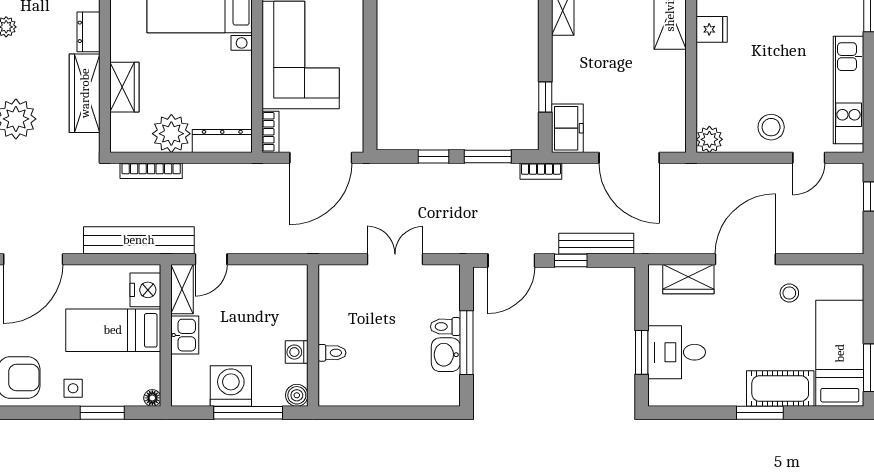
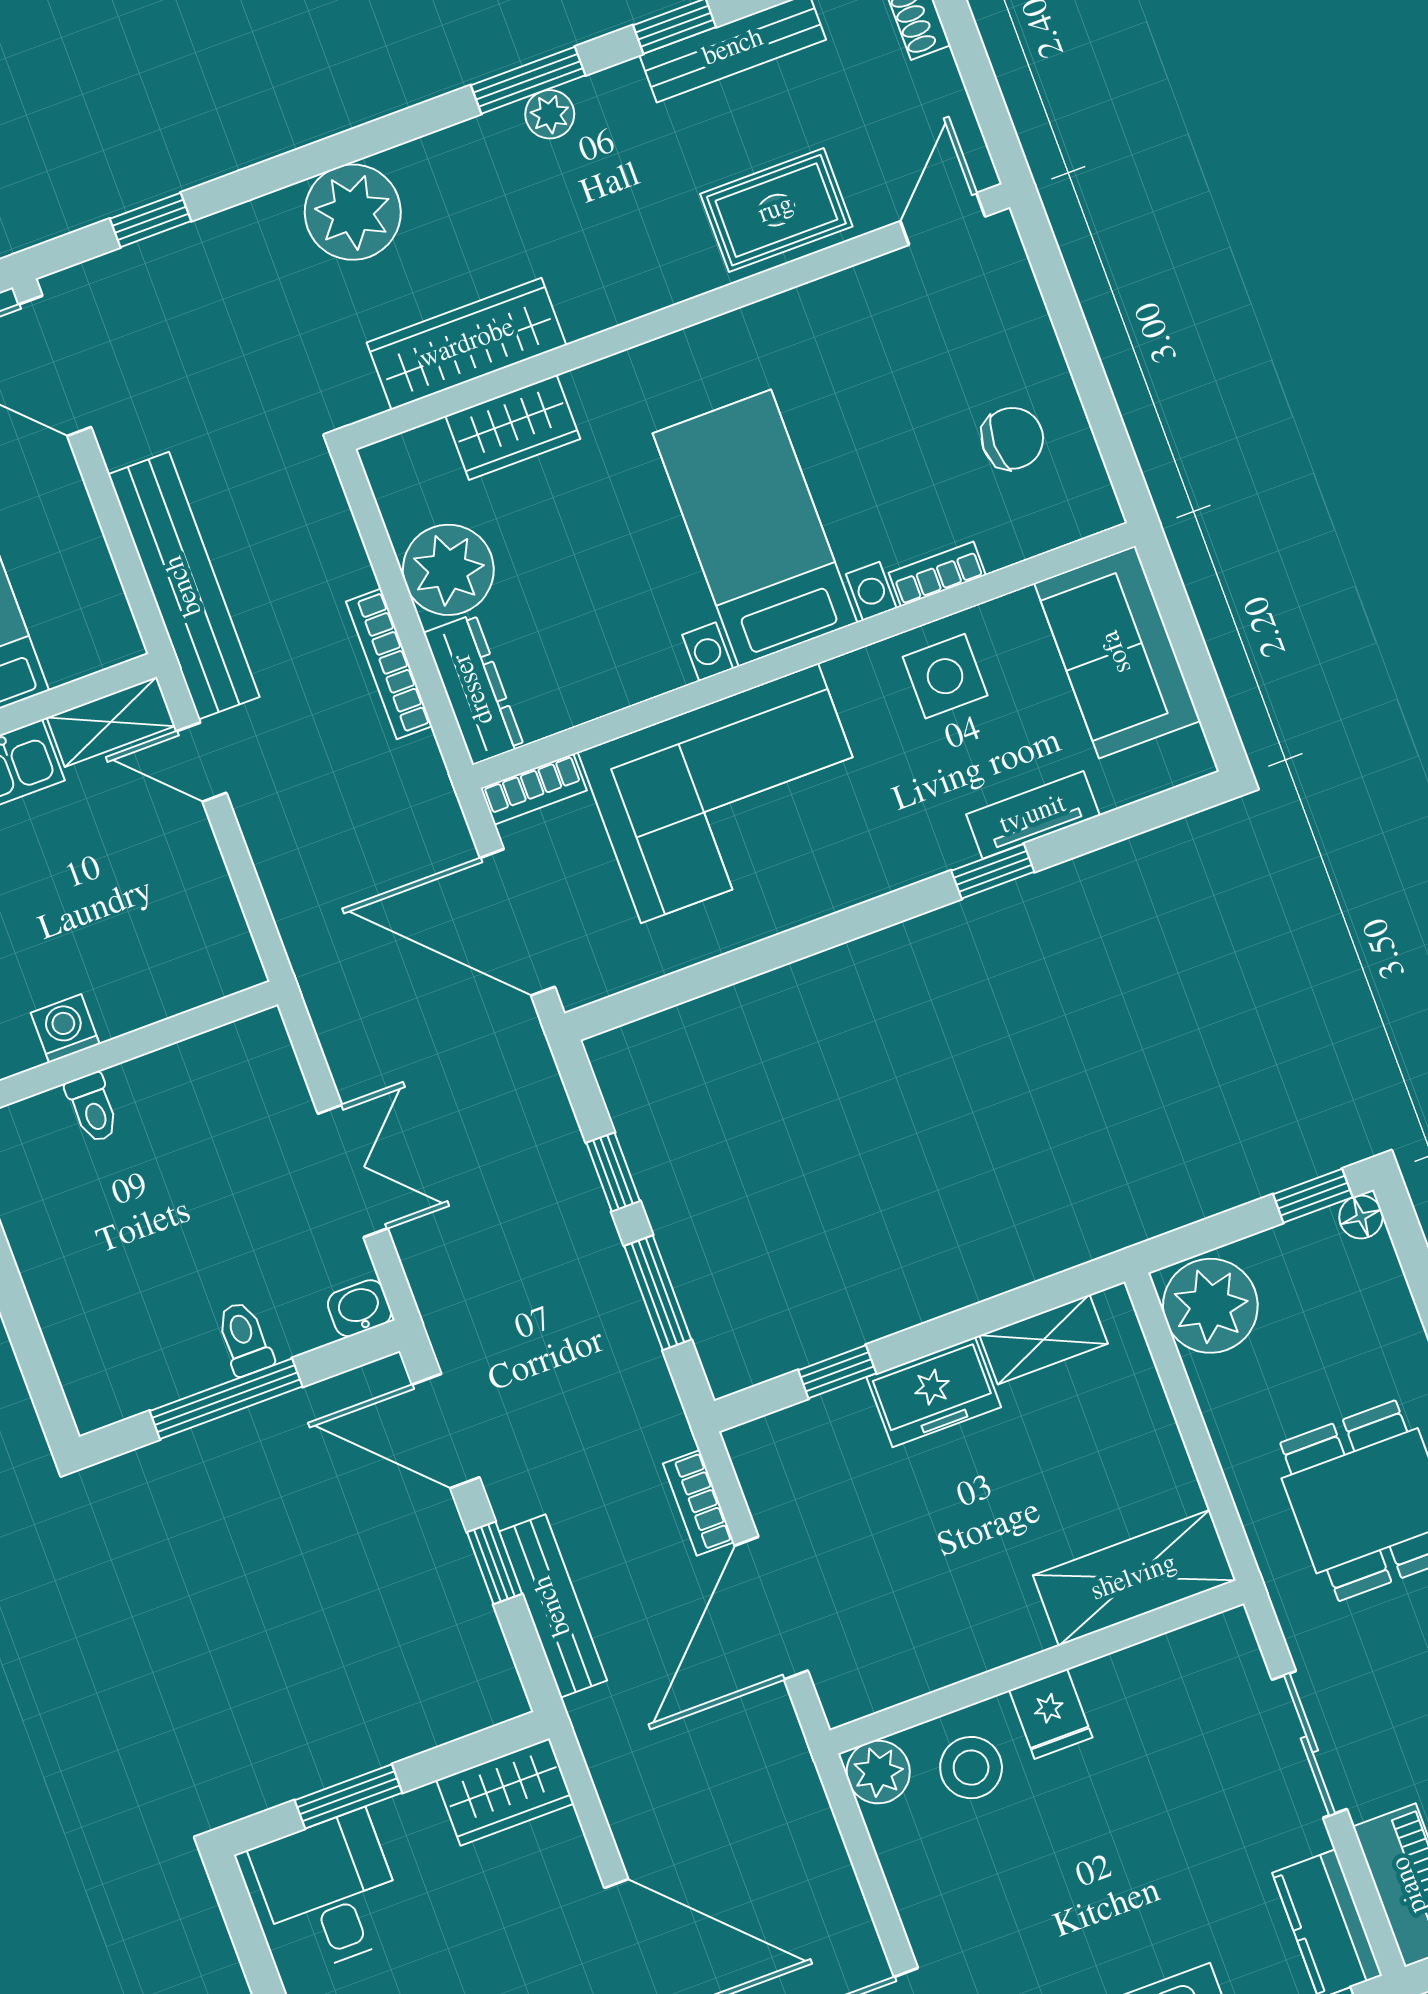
fridge: (712, 29) -> (1051, 1714), moved
dresser: (89, 32) -> (606, 302), removed
stool: (771, 127) -> (971, 1768), moved
freezer: (567, 128) -> (934, 1392), moved
bookcase: (151, 171) -> (389, 664), moved
bookcase: (541, 171) -> (698, 1503), moved
wardrobe: (688, 279) -> (505, 1792), moved, turned -90
nightstand: (145, 290) -> (79, 641), removed
desk: (677, 352) -> (330, 1892), moved
washbasin: (446, 355) -> (360, 1308), moved, width x0.72, depth x0.69

